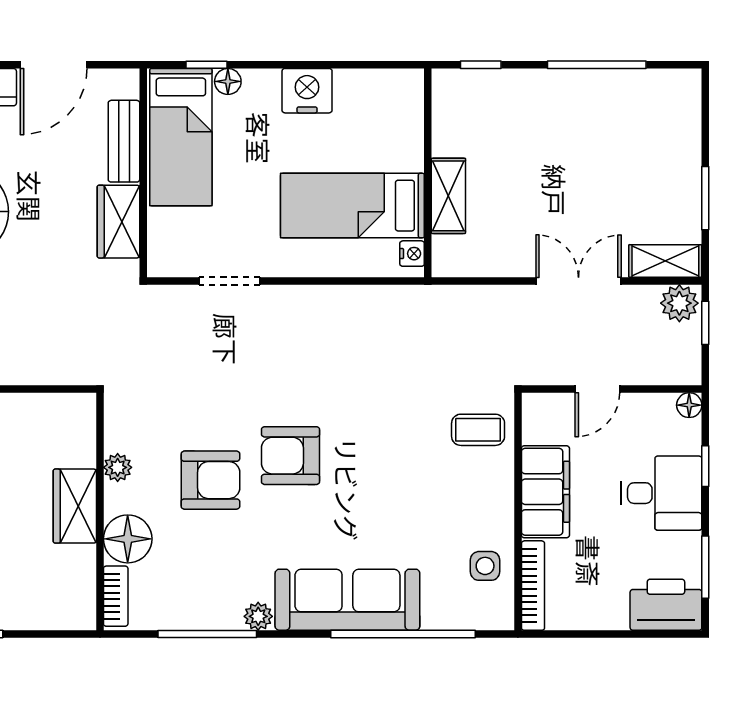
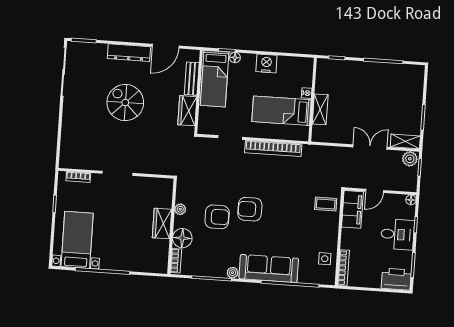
nightstand: (412, 254) -> (307, 93), moved
bookcase: (338, 300) -> (273, 148), added
filing cabinet: (545, 492) -> (352, 209), moved

